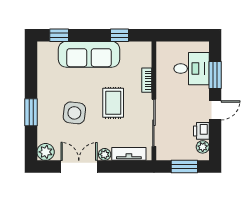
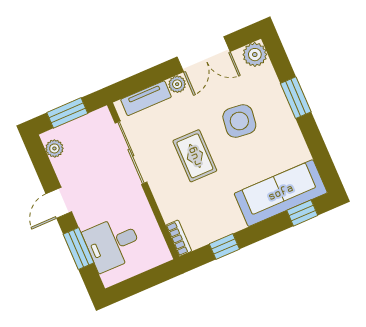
sofa: (89, 54) -> (281, 193), moved
bookcase: (147, 80) -> (179, 238), moved
printer: (201, 131) -> (65, 168), removed

